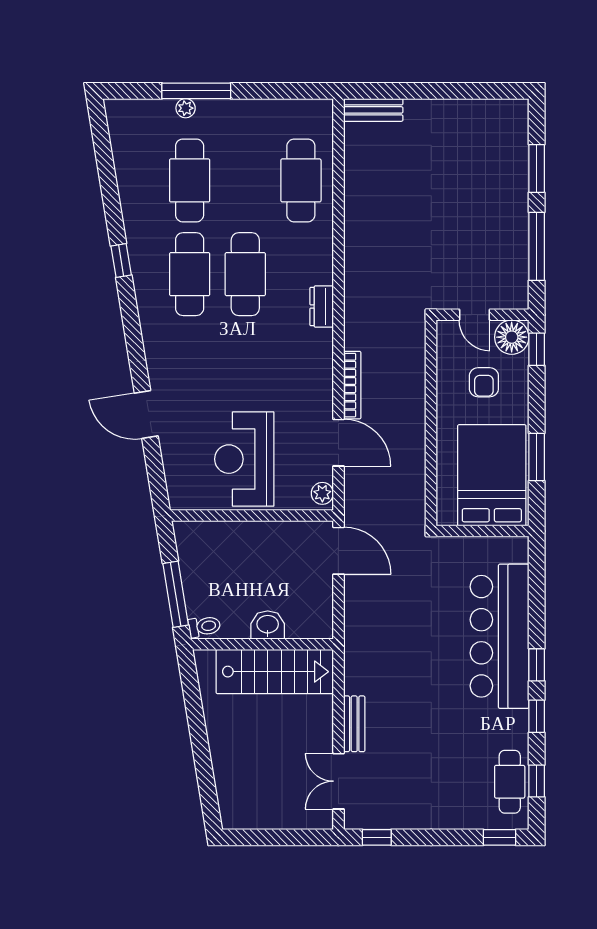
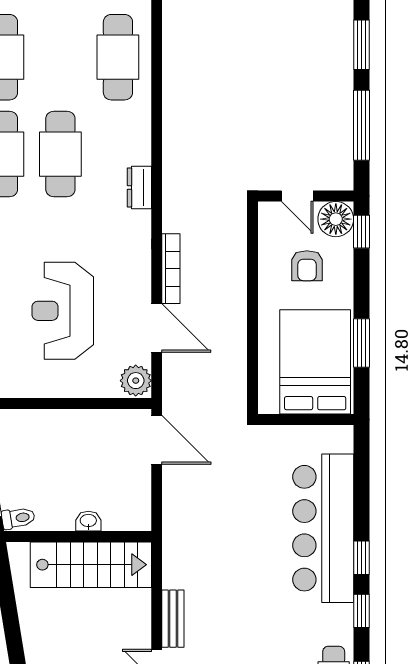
reception desk: (244, 459) -> (63, 311), moved
plant: (322, 493) -> (136, 381), width x1.38, depth x1.38
washbasin: (268, 625) -> (88, 521), width x0.72, depth x0.69

